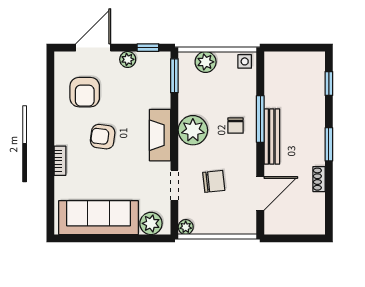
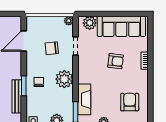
window: (260, 119) -> (24, 86), width x0.69
fireplace: (160, 135) -> (84, 99), moved
bench: (272, 136) -> (17, 96), moved
armchair: (103, 137) -> (116, 61), moved

